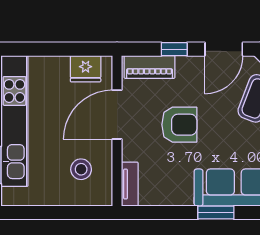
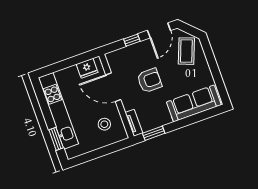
piano: (150, 67) -> (122, 55), removed
door: (117, 115) -> (113, 87), hinge flipped
window: (216, 212) -> (154, 133), moved

